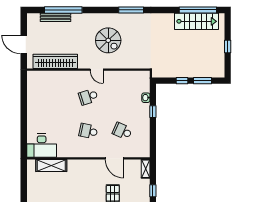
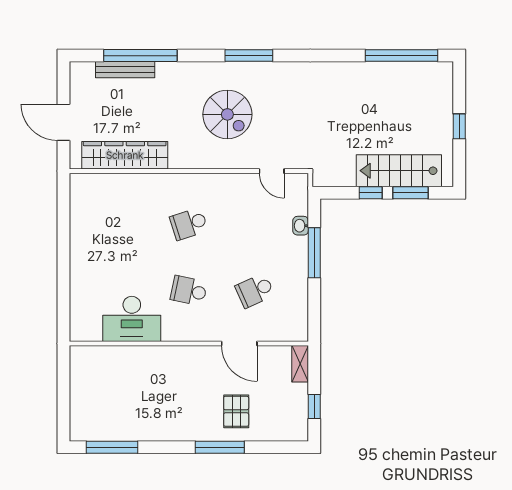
window: (131, 10) -> (249, 56), moved
stairs: (196, 21) -> (399, 171), moved, turned 180
door: (97, 70) -> (272, 171), moved
window: (153, 112) -> (314, 253), width x2.17
school desk: (122, 131) -> (255, 291), turned -48
desk: (42, 146) -> (132, 319), moved
shelving: (51, 165) -> (117, 357), removed

